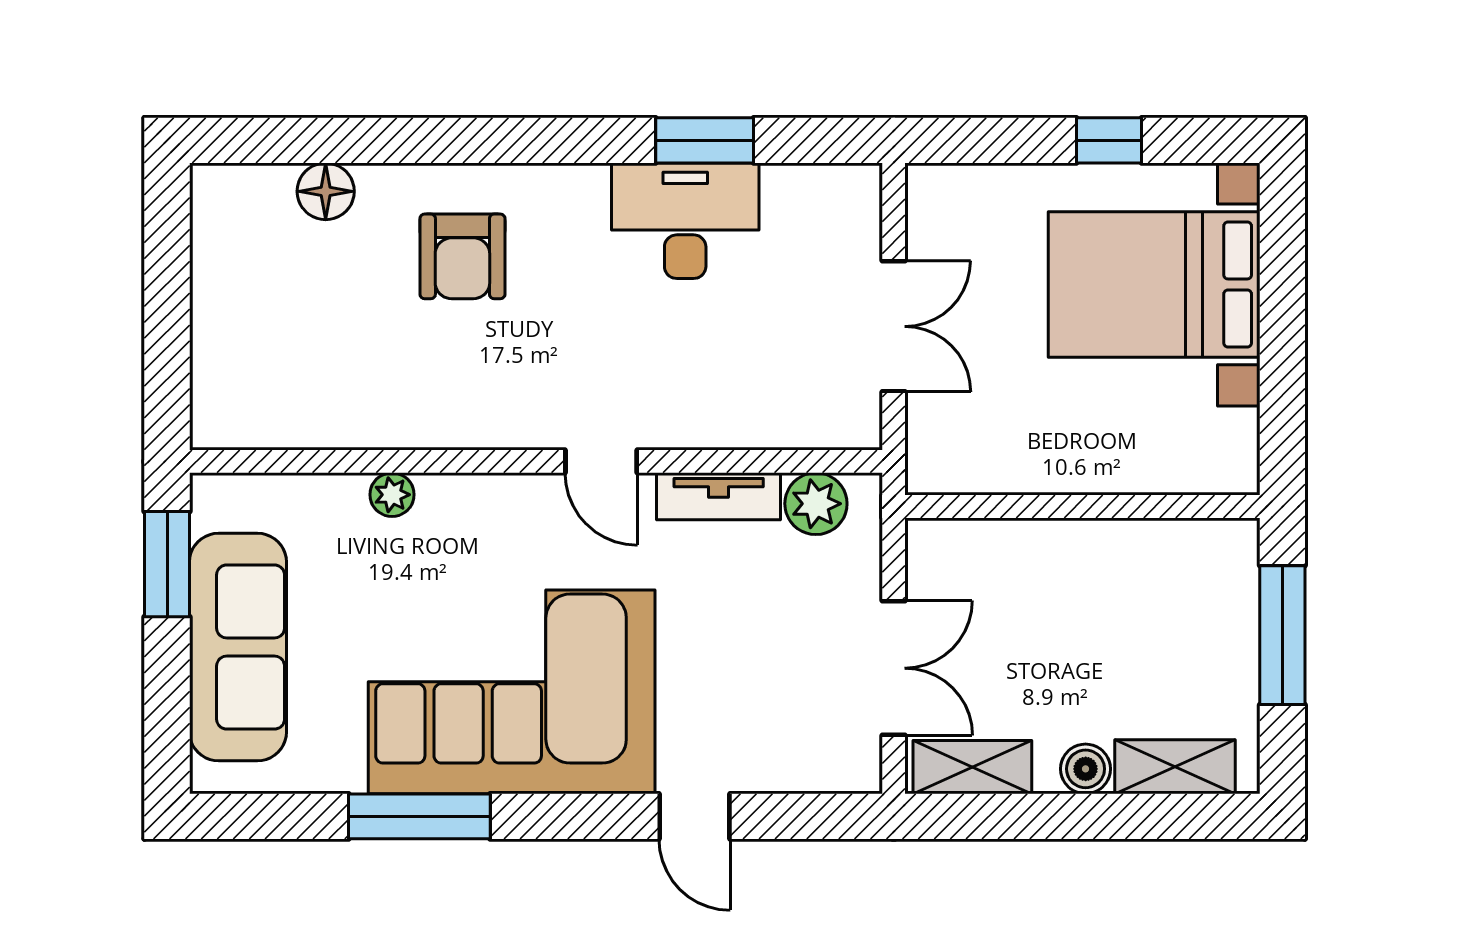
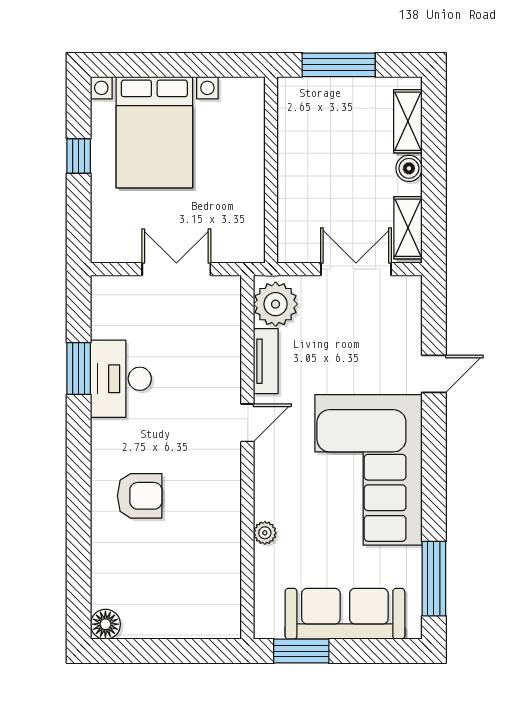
floor lamp: (326, 191) -> (105, 624), moved
plant: (816, 504) -> (276, 304), width x1.36, depth x1.36
window: (419, 816) -> (434, 579), moved

